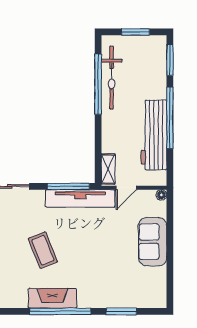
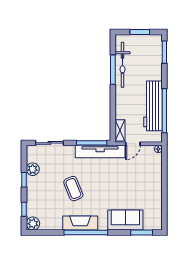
window: (98, 84) -> (113, 70), width x0.68
window: (170, 118) -> (164, 111), moved
sofa: (153, 242) -> (125, 220), moved, turned 90
window: (121, 311) -> (142, 232), moved

